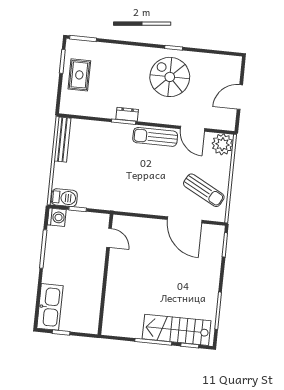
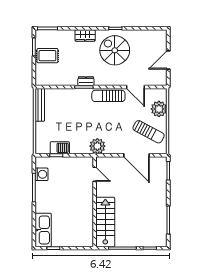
wardrobe: (132, 53) -> (85, 35), added
rug: (79, 75) -> (47, 56), turned 90
plant: (222, 144) -> (159, 109), moved
barbecue: (64, 198) -> (60, 148), moved
plant: (134, 202) -> (97, 146), added
washing machine: (57, 217) -> (41, 174), moved
door: (109, 238) -> (95, 174), moved
wall: (105, 274) -> (95, 202), moved
stairs: (177, 330) -> (105, 222), moved, turned 90

